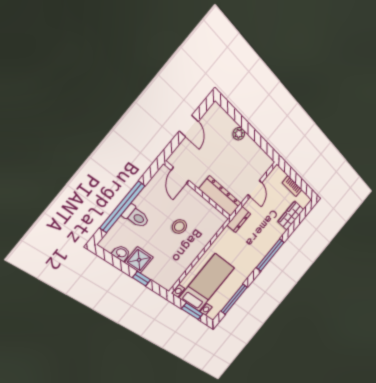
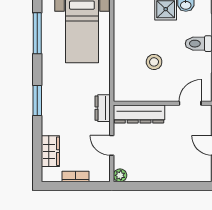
plant: (239, 134) -> (120, 175), moved
door: (180, 175) -> (190, 103), hinge flipped
window: (270, 255) -> (37, 101), width x0.69

